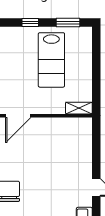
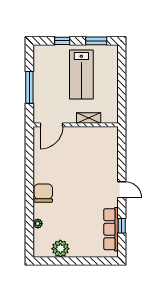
shelving: (79, 108) -> (89, 118), moved

